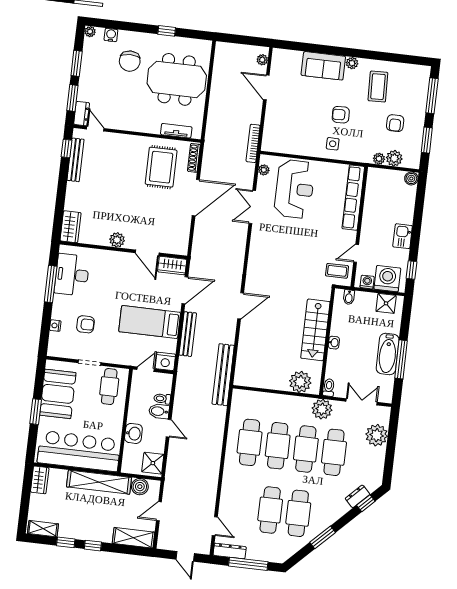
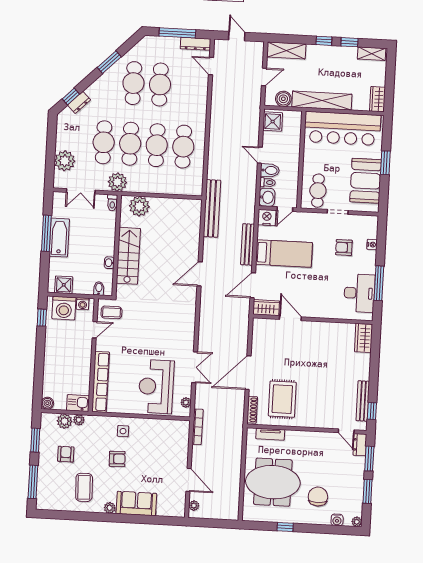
kitchen sink: (403, 236) -> (78, 403), moved, turned -90
plant: (117, 240) -> (319, 328), removed
washbasin: (334, 343) -> (109, 263), moved
washbasin: (133, 433) -> (267, 197), moved, turned 180

